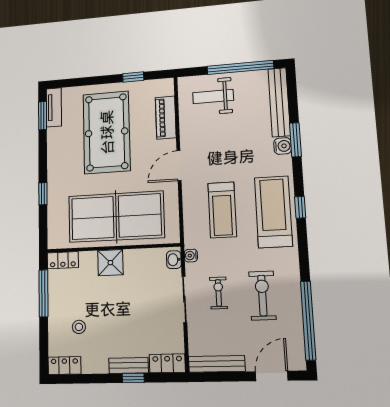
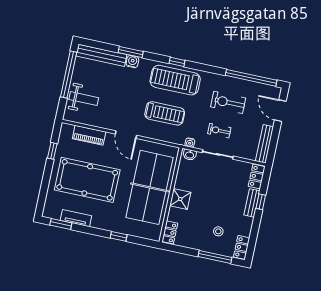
weight bench: (213, 97) -> (84, 99), turned -90
tv unit: (54, 107) -> (76, 218), moved
window: (43, 293) -> (215, 257), moved

